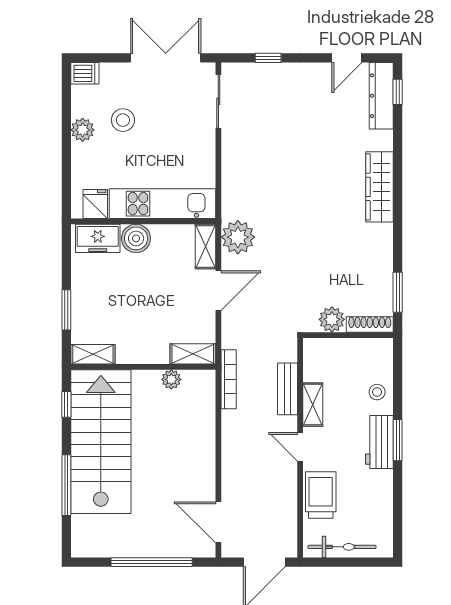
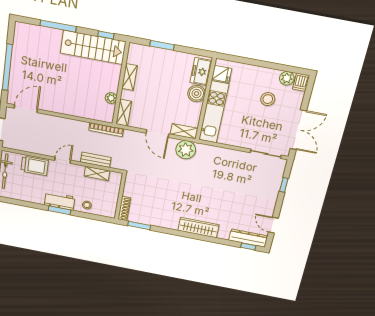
plant: (83, 130) -> (287, 78), moved
plant: (332, 319) -> (130, 190), removed
shelving: (93, 354) -> (129, 77), moved
shelving: (313, 405) -> (97, 173), moved
stairs: (101, 442) -> (93, 47), width x0.73, depth x0.66

